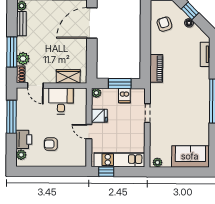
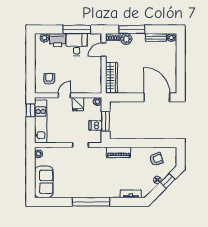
wardrobe: (68, 76) -> (111, 77), width x1.50
desk: (61, 101) -> (77, 45), moved, turned -90
armchair: (51, 144) -> (49, 79), moved

